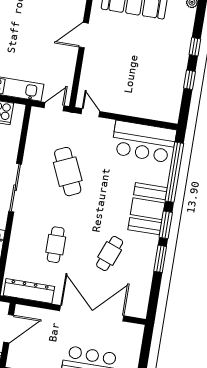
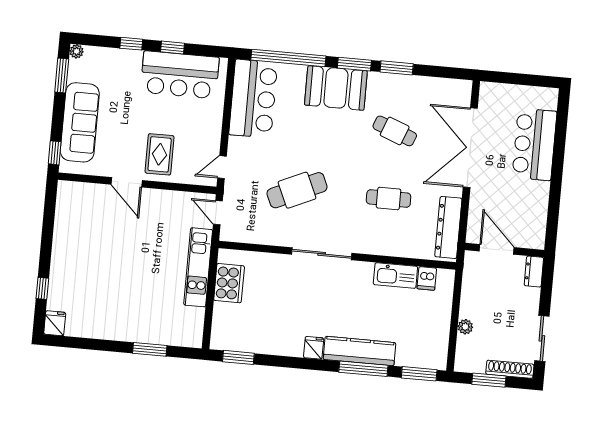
rug: (104, 63) -> (160, 154), added
bar counter: (167, 84) -> (180, 75), added

